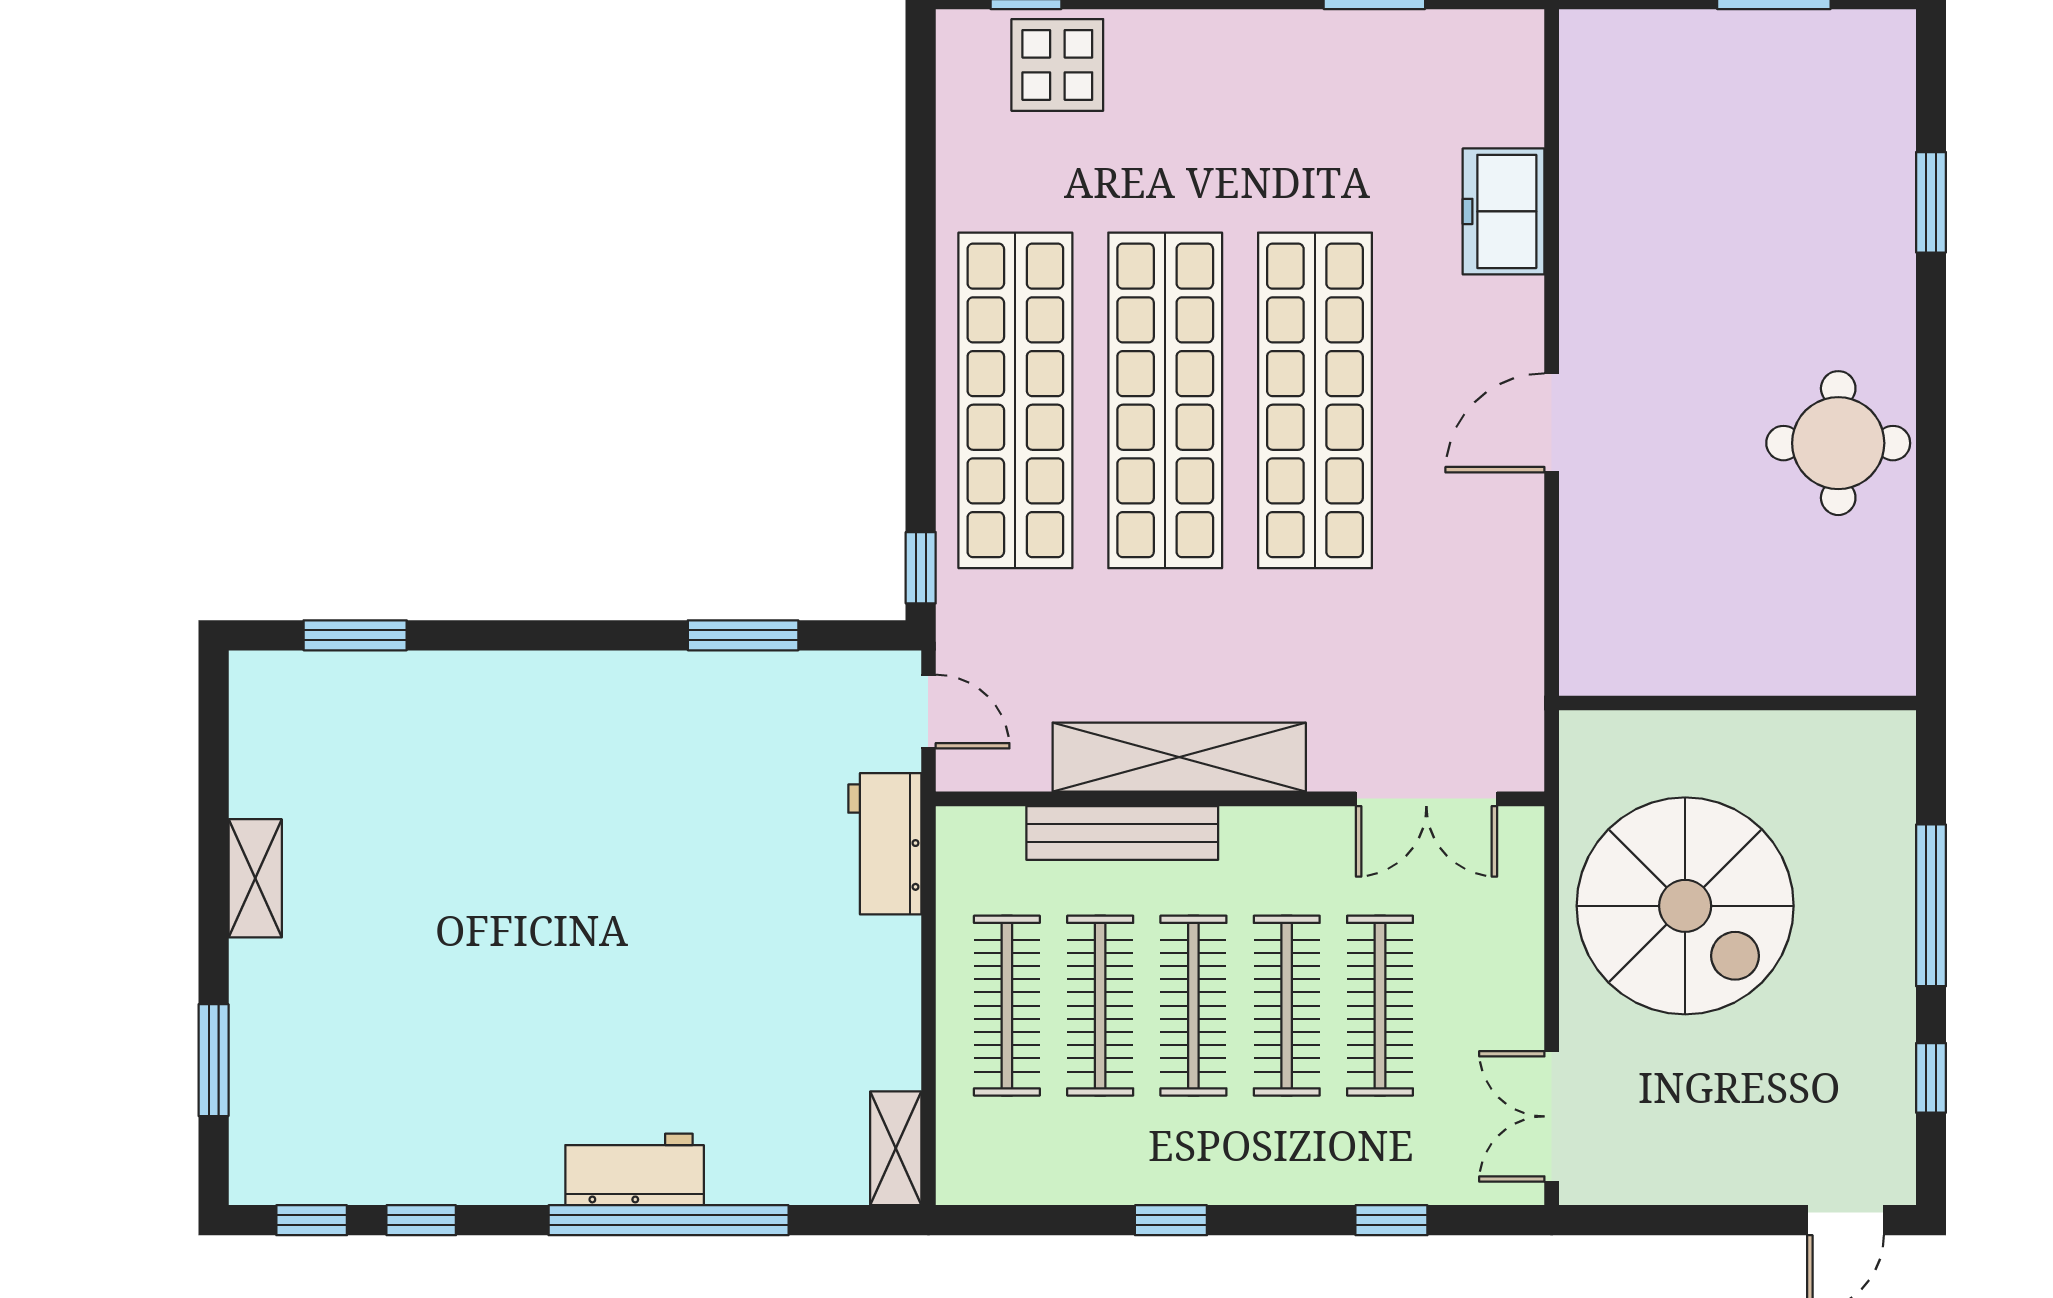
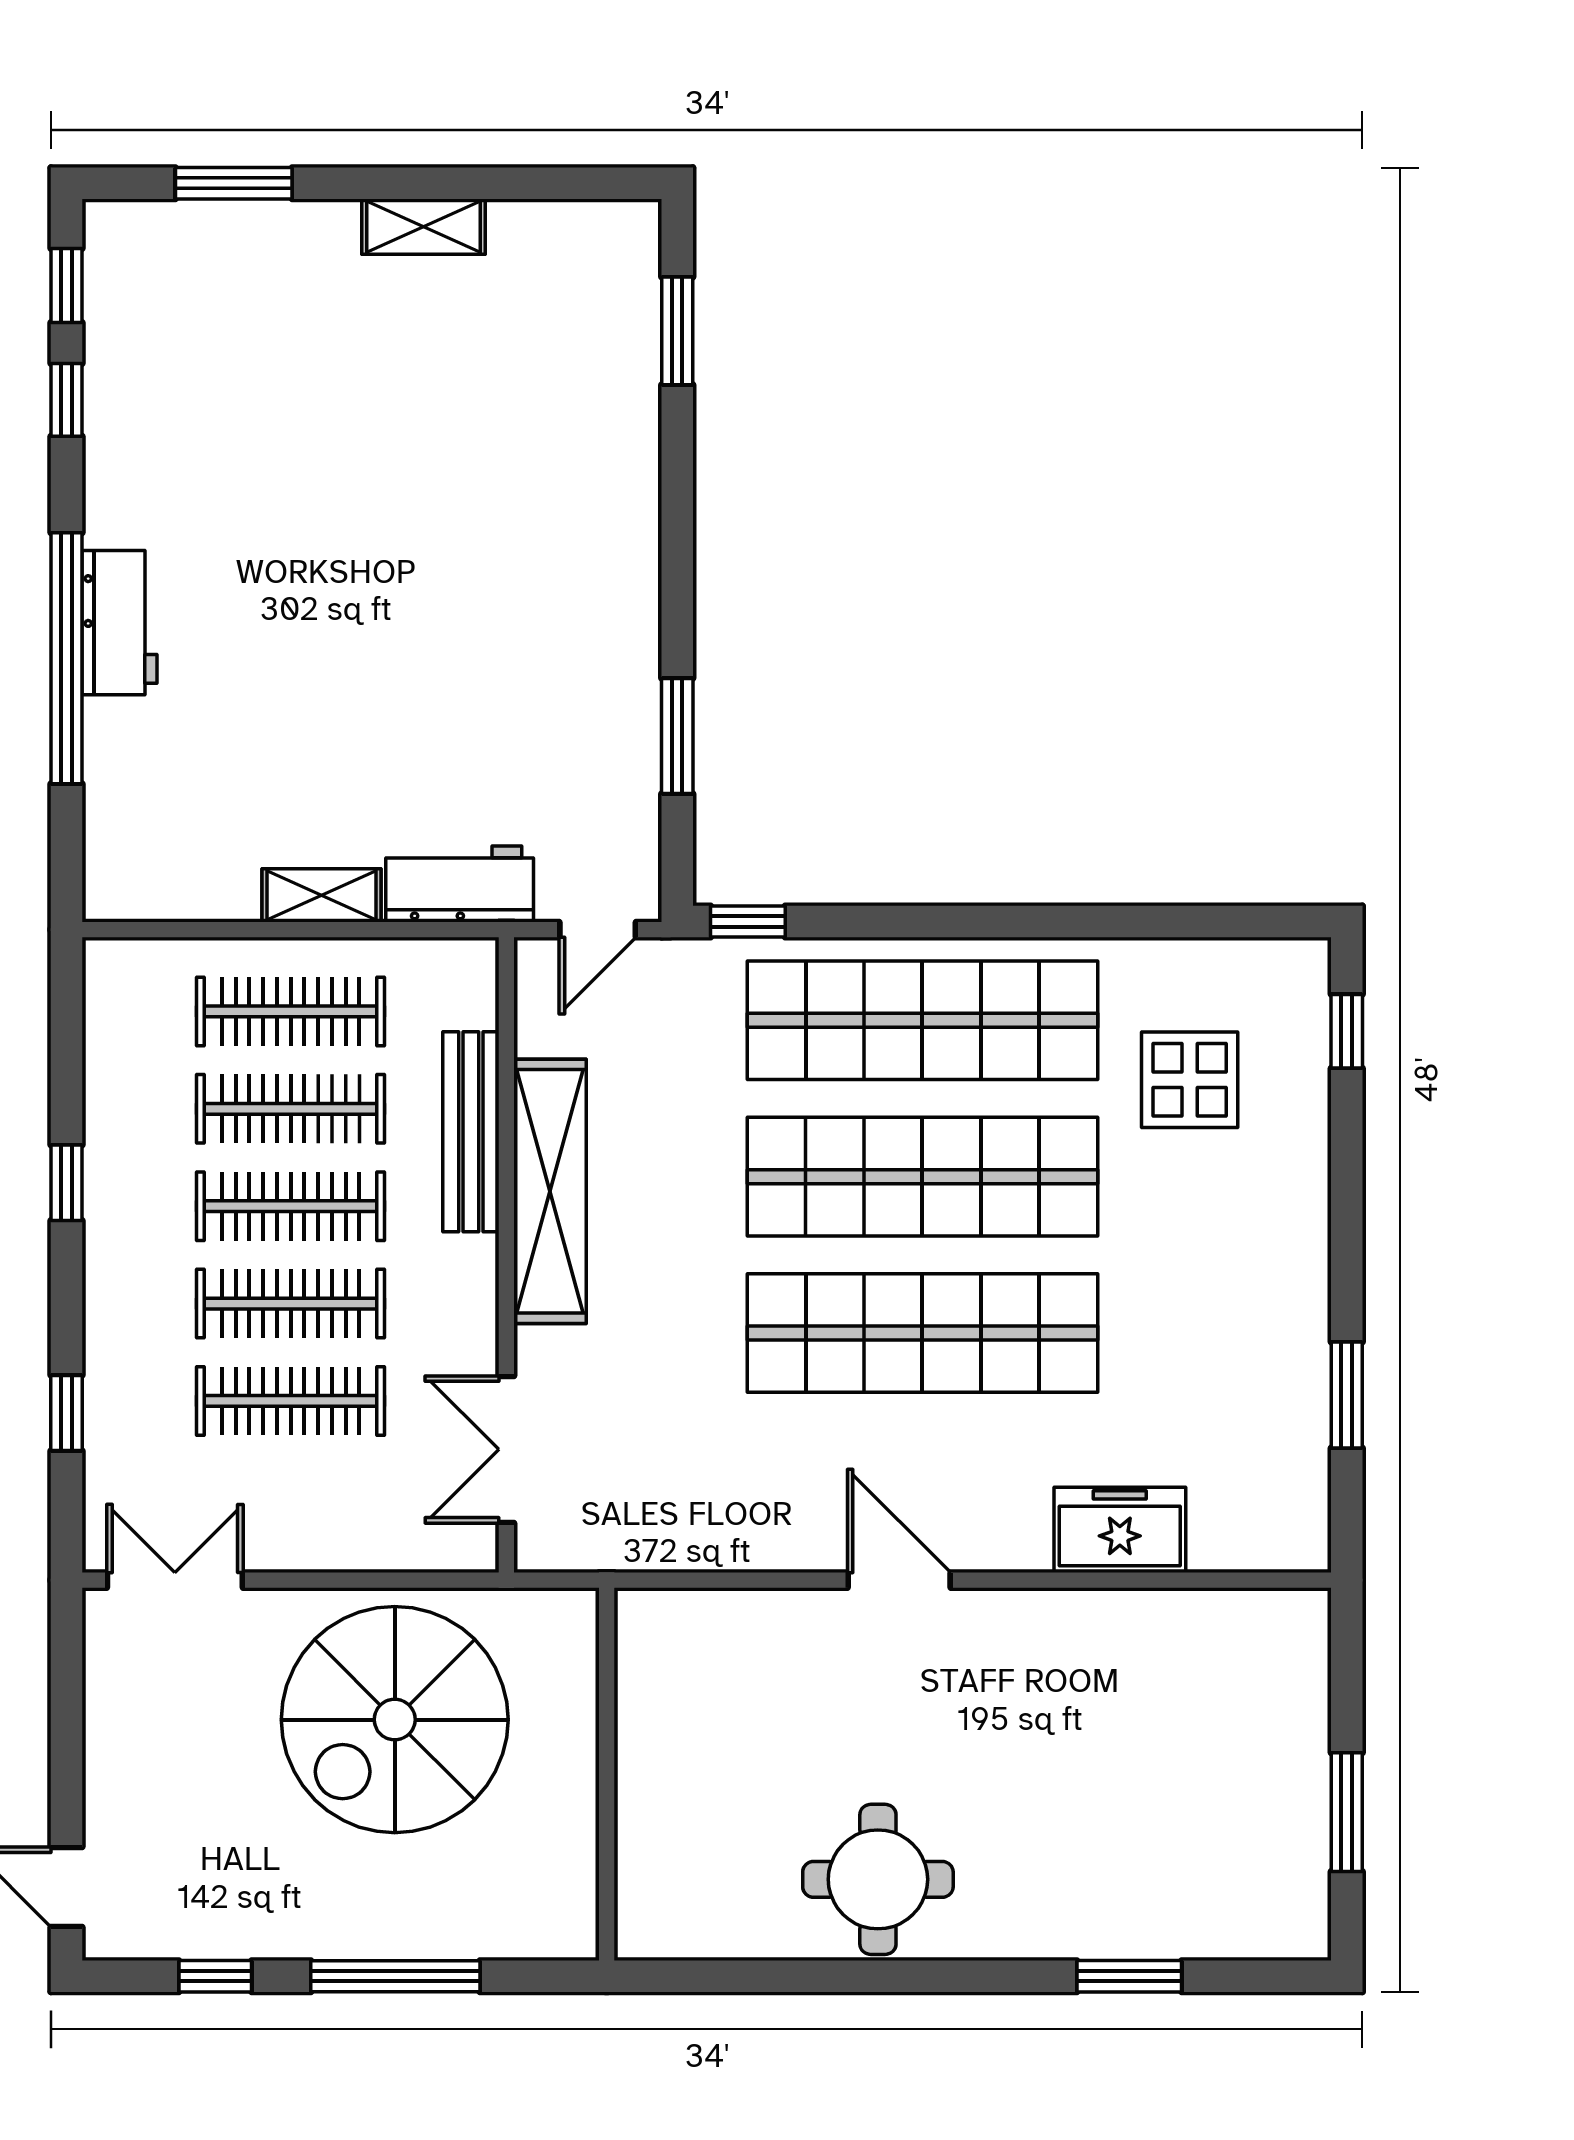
display table: (1057, 65) -> (1190, 1080), moved
shelving: (896, 1148) -> (321, 895), moved

